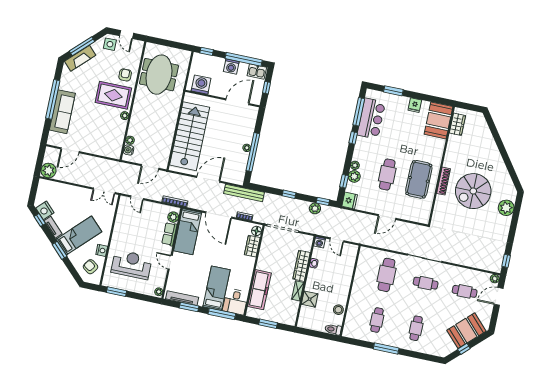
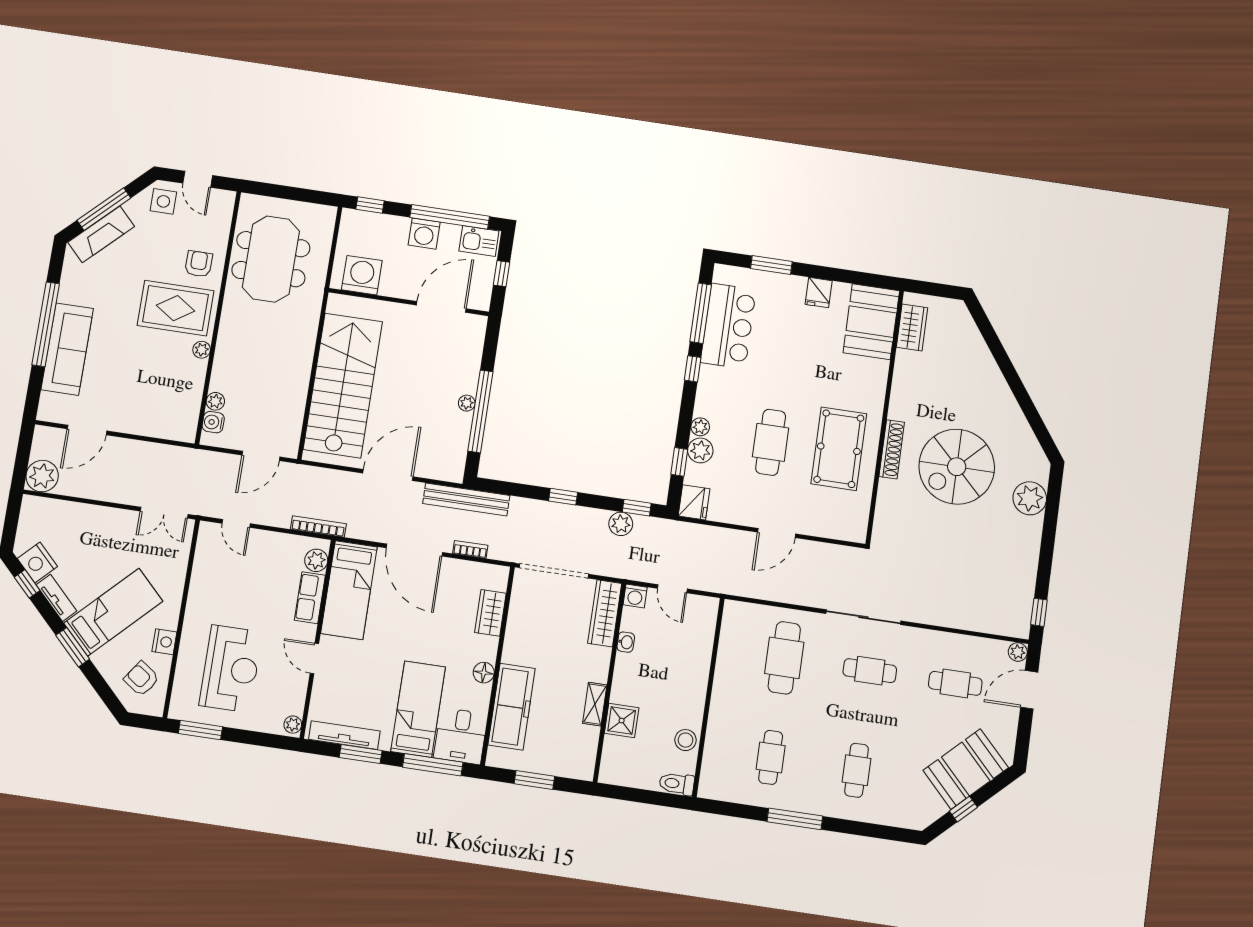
floor lamp: (256, 231) -> (484, 673), moved
reception desk: (132, 265) -> (231, 669), turned 90
wardrobe: (301, 266) -> (605, 613), moved

